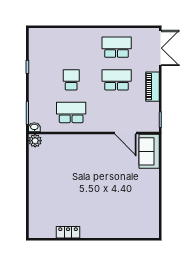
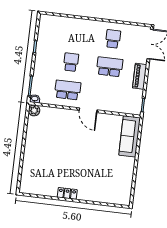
school desk: (117, 47) -> (113, 39), width x0.54
door: (125, 133) -> (88, 110), moved
sofa: (149, 151) -> (130, 136), width x1.36
locker: (68, 232) -> (67, 193), moved

